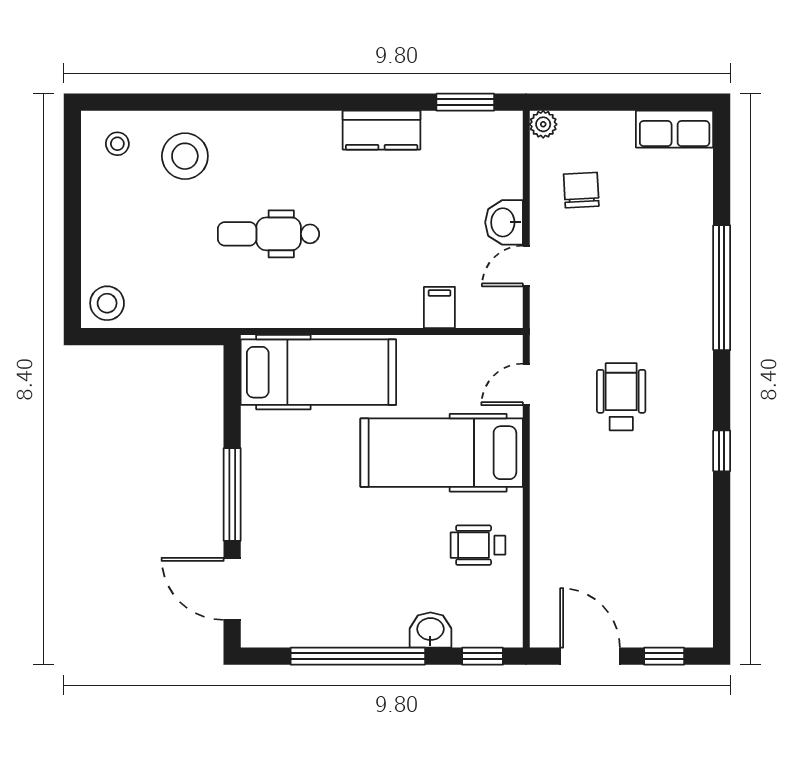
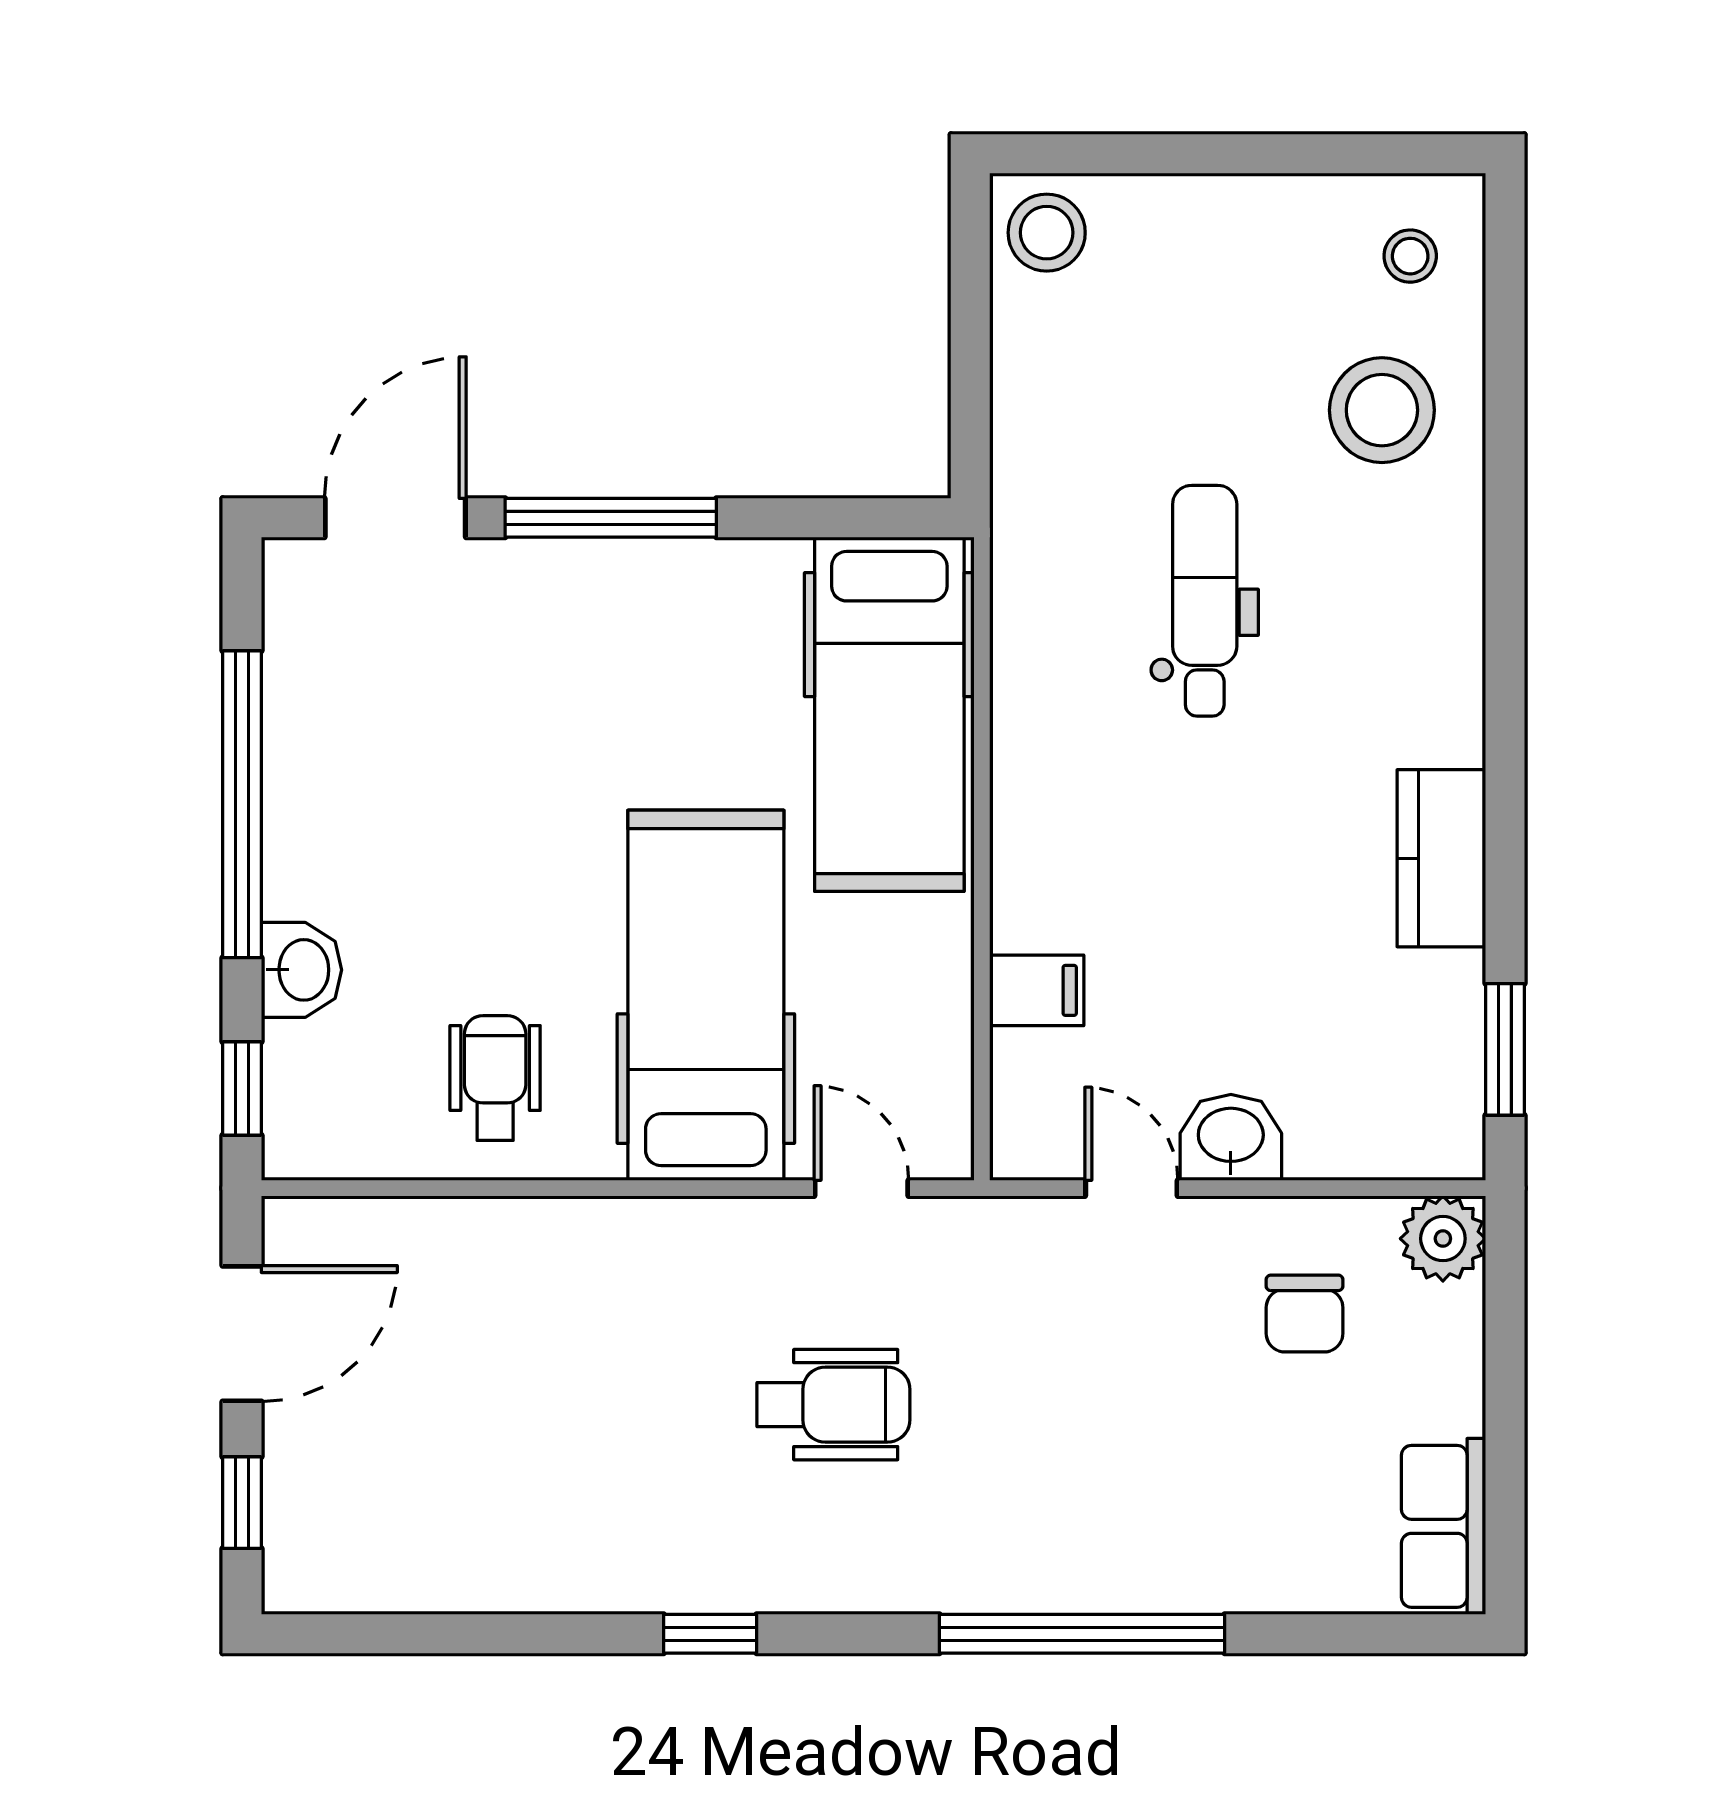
plant: (543, 124) -> (1443, 1239), width x1.38, depth x1.38
chair: (581, 190) -> (1305, 1314), turned 93

